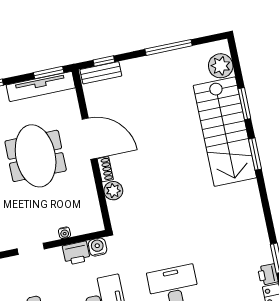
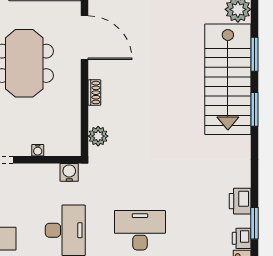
door: (89, 139) -> (84, 38), moved
plant: (113, 191) -> (98, 136), moved
printer: (76, 253) -> (240, 201), moved, turned 90

